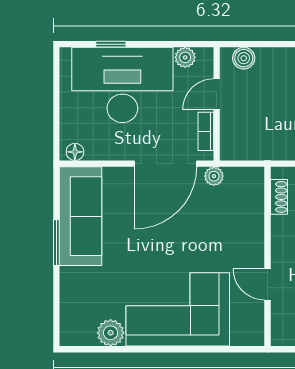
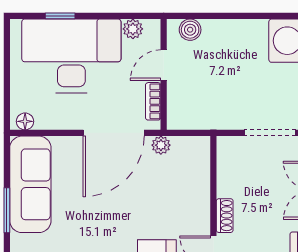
shoe rack: (279, 197) -> (225, 216), moved

